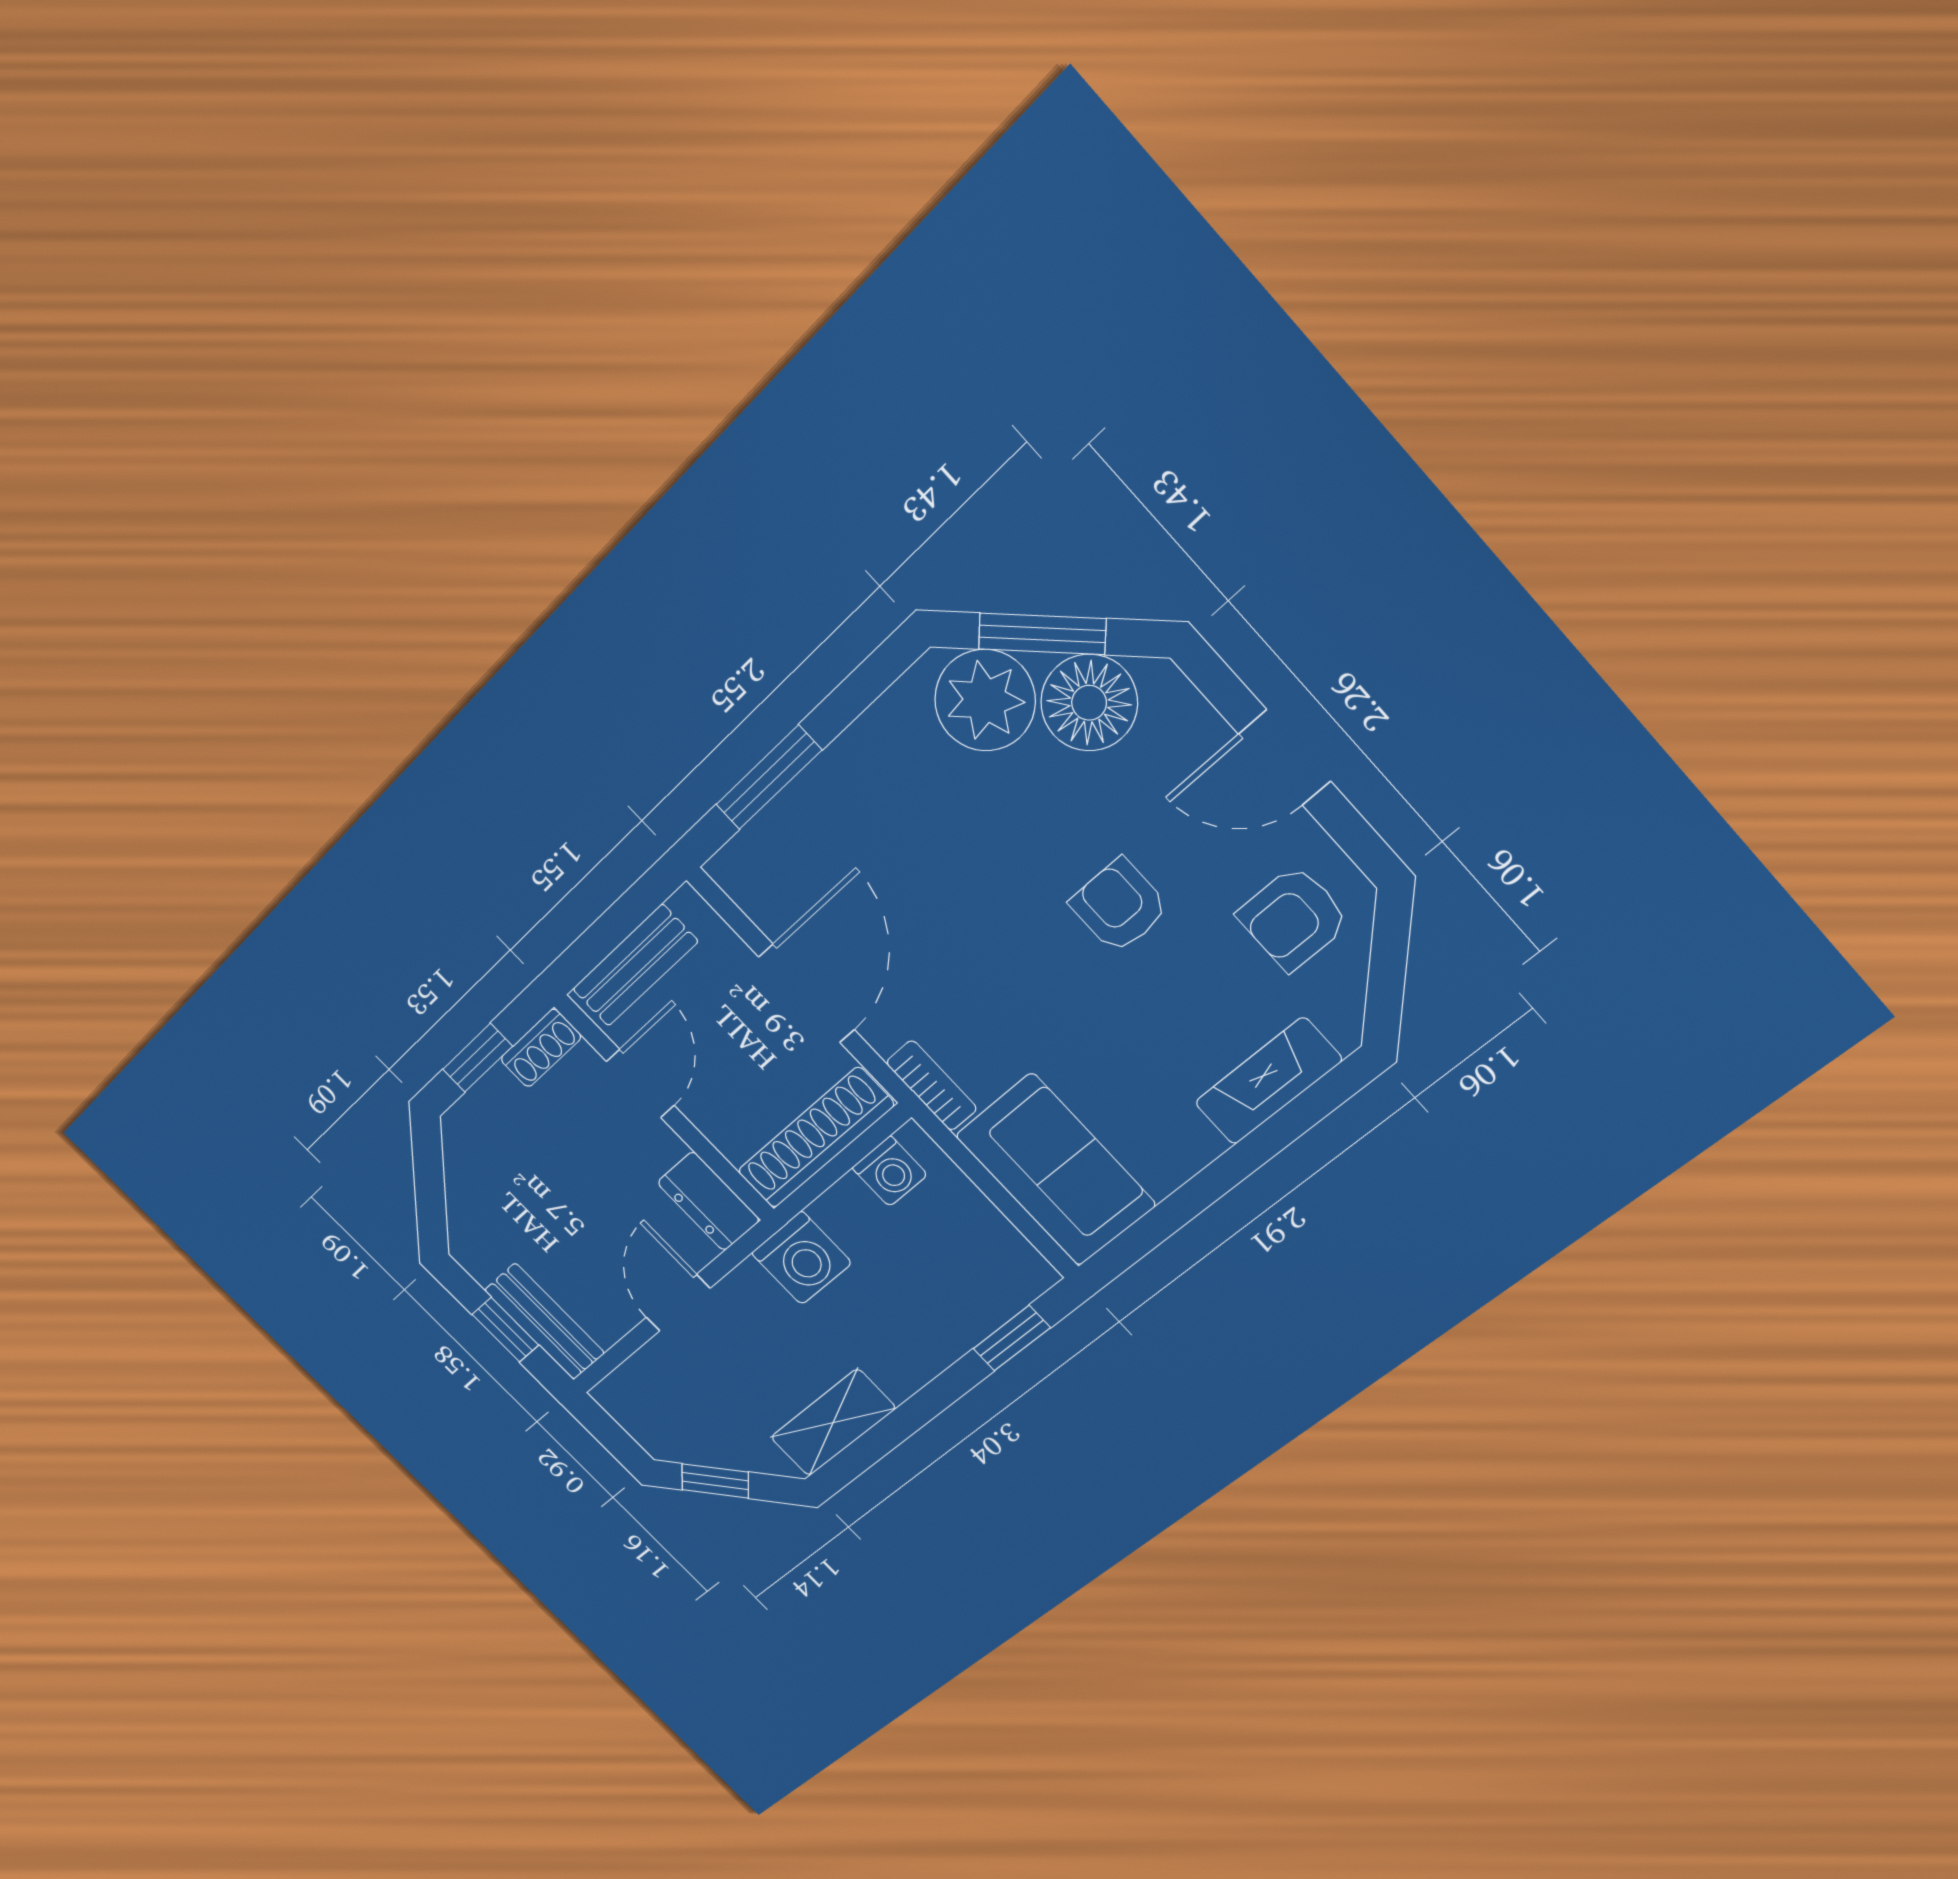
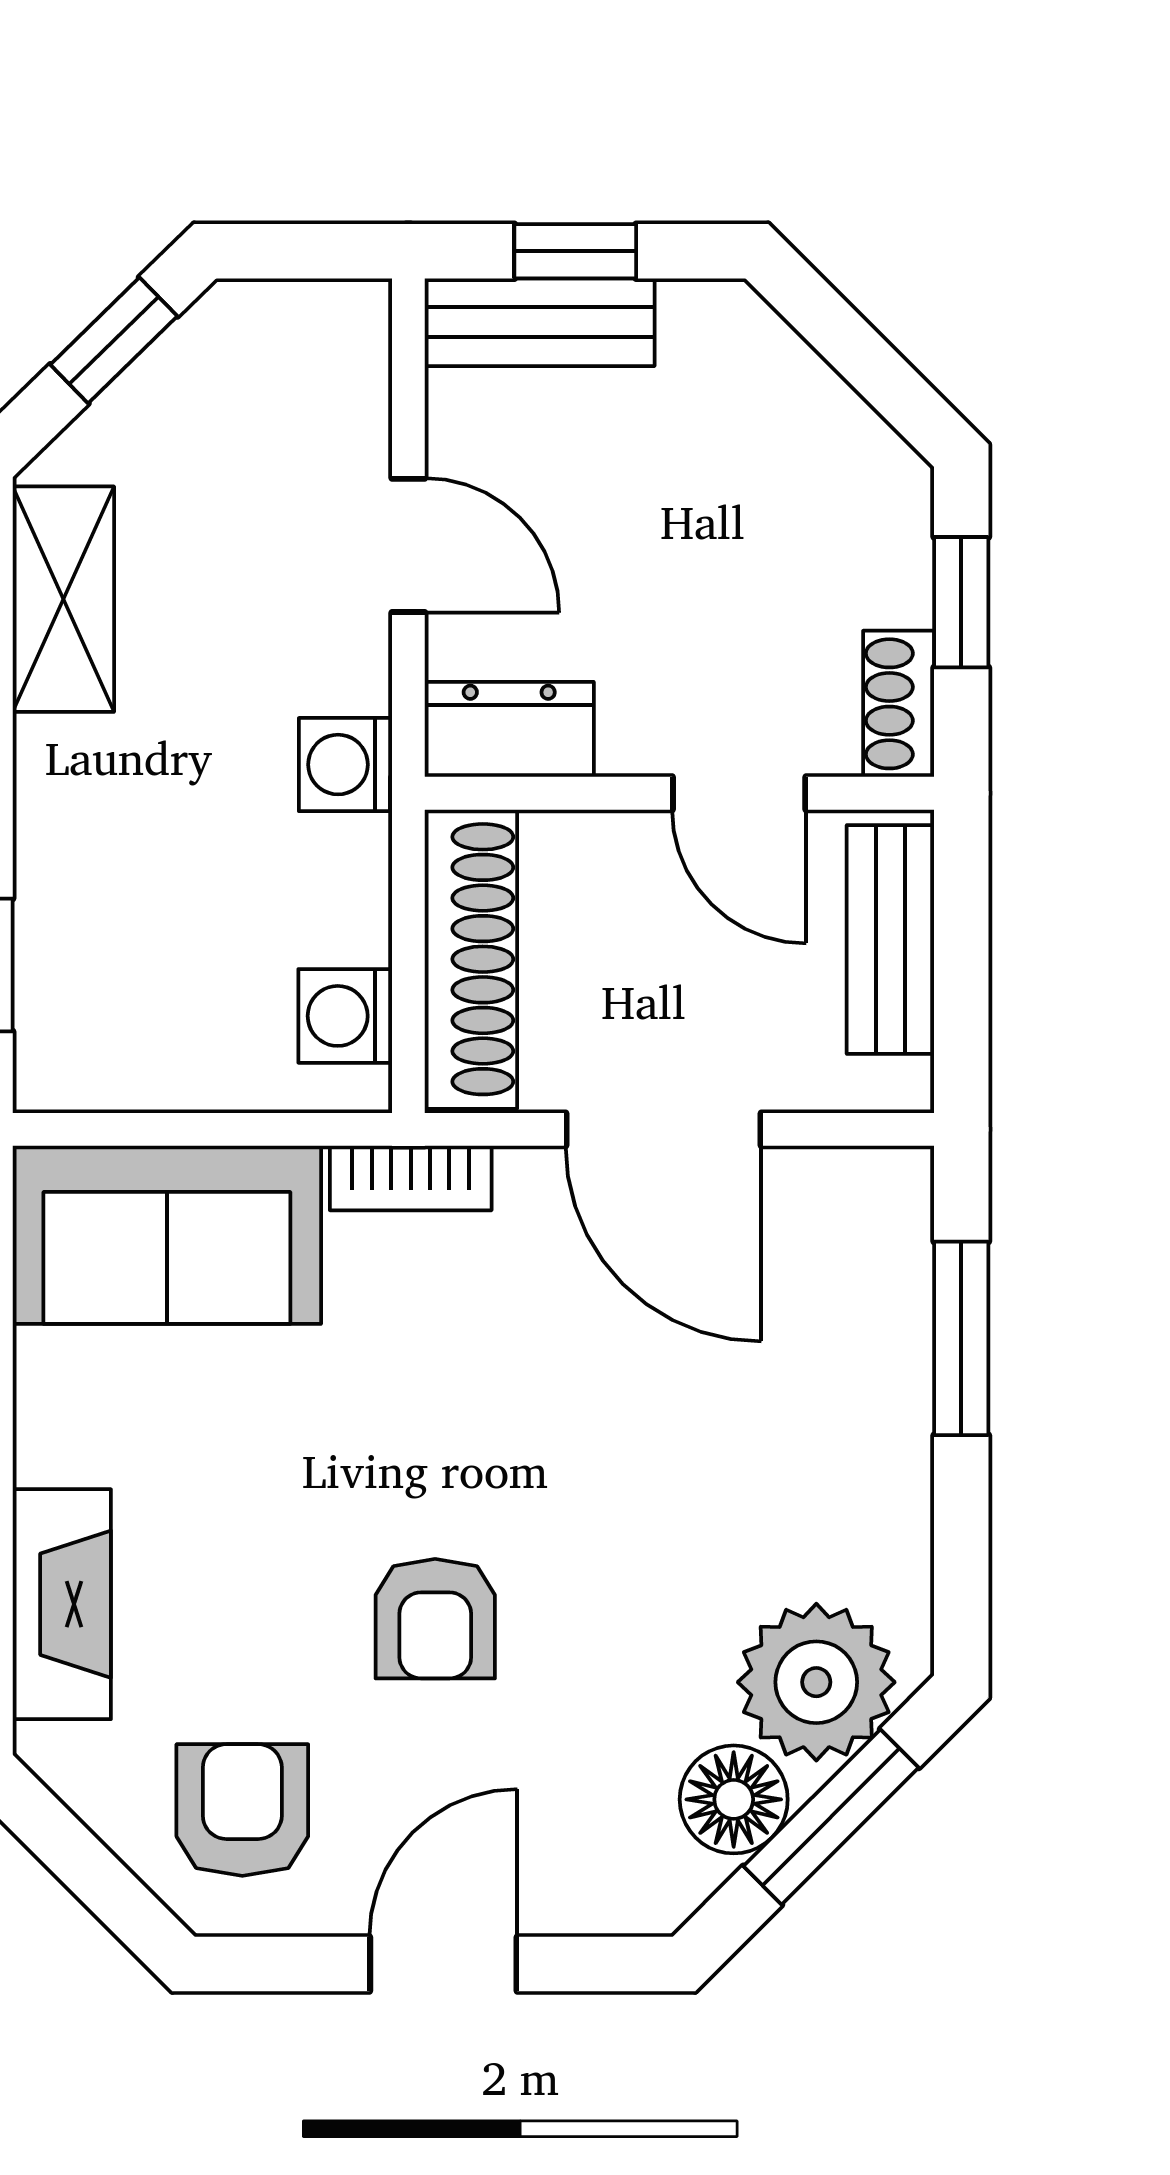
floor lamp: (1089, 703) -> (734, 1799), width x0.73, depth x0.73
armchair: (1119, 906) -> (435, 1619), turned 90
washing machine: (802, 1258) -> (345, 765), width x0.73, depth x0.73

